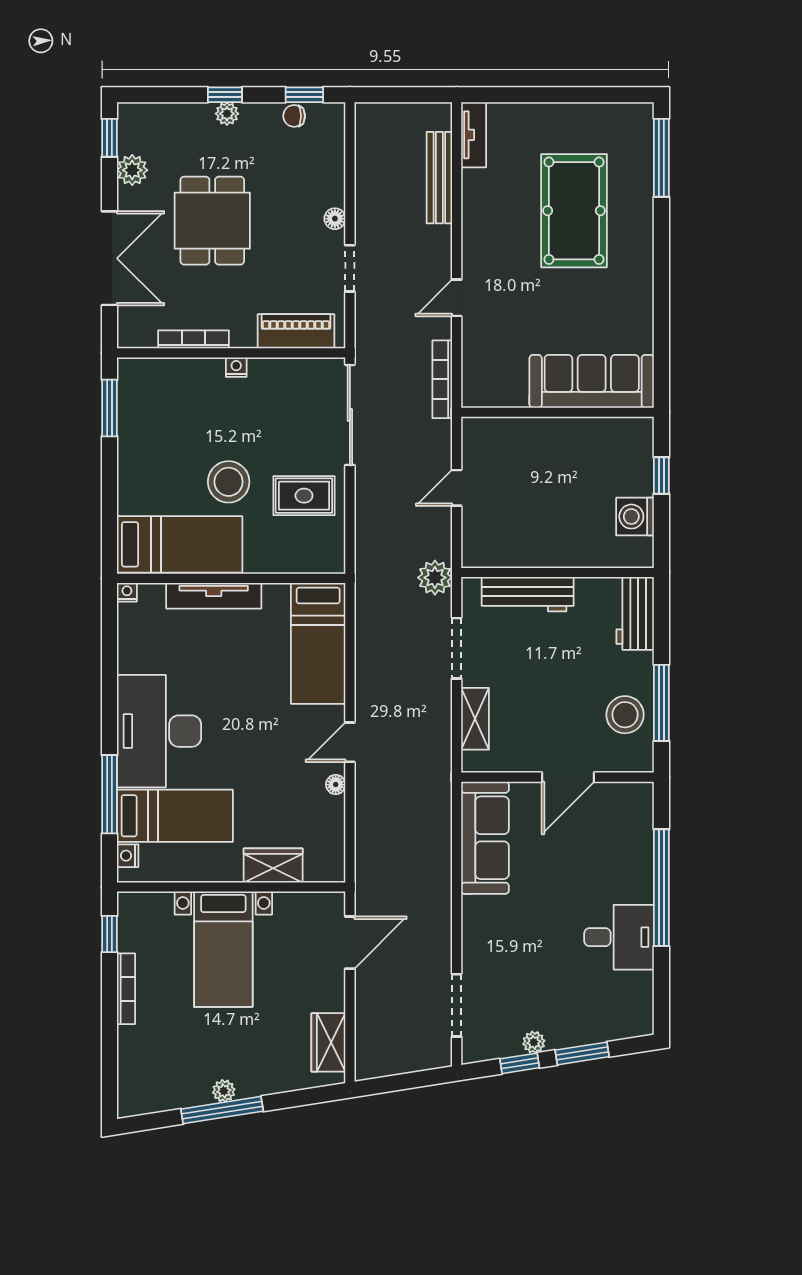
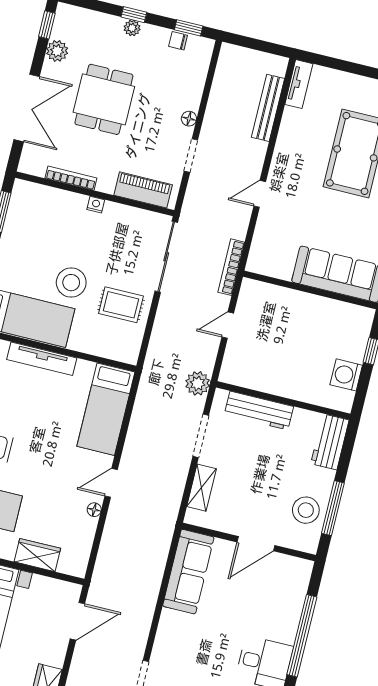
bookcase: (442, 379) -> (231, 267), moved

